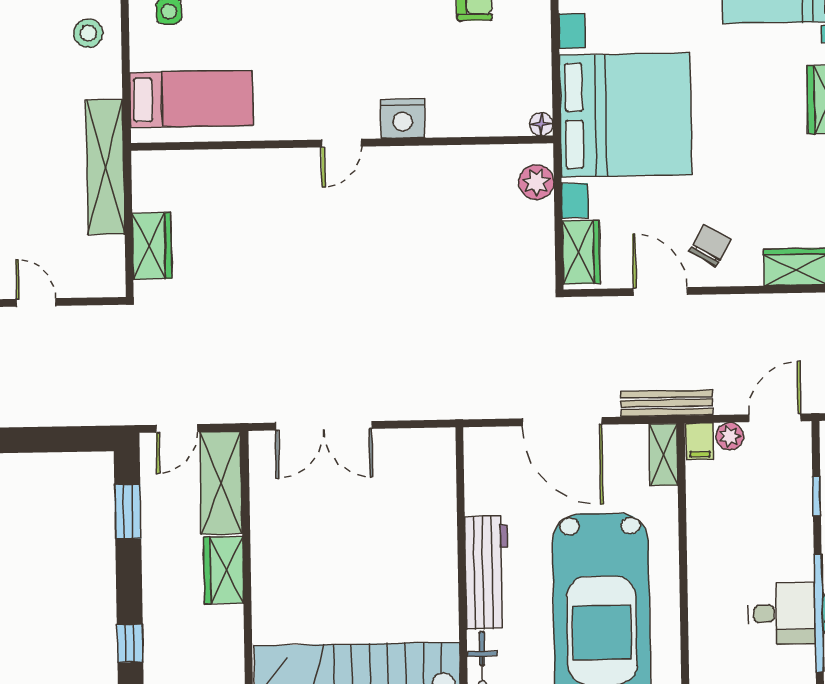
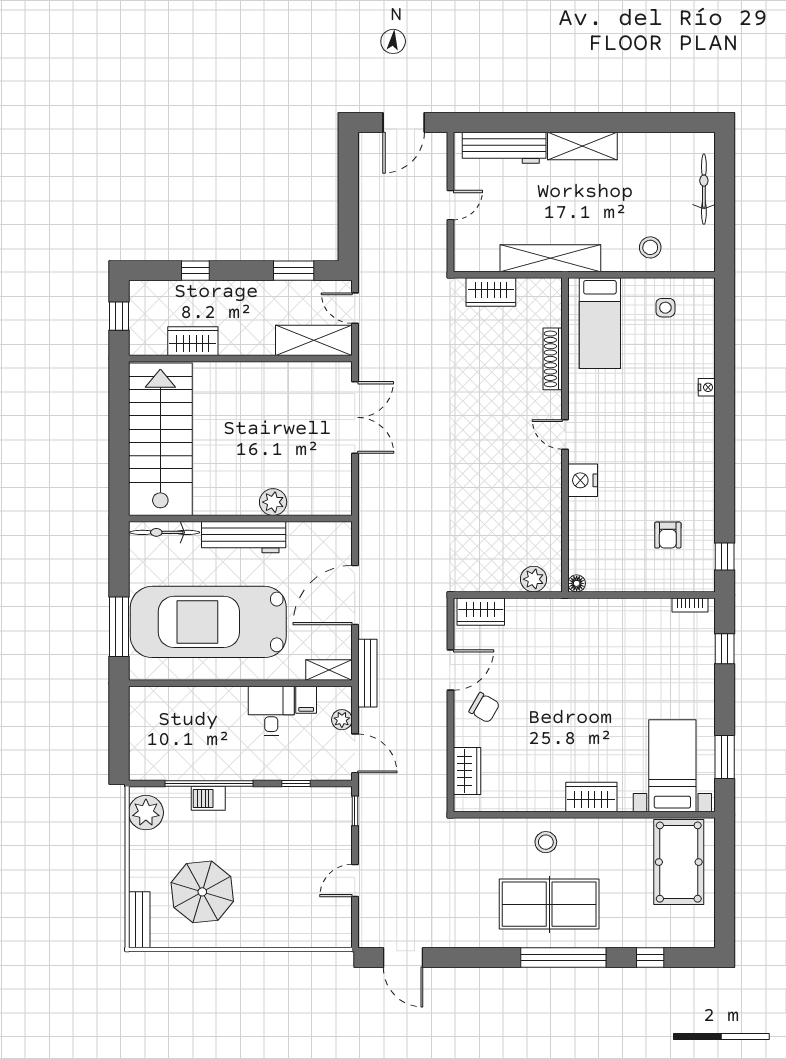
bed with nightstands: (626, 115) -> (582, 646), removed
shoe rack: (240, 162) -> (553, 359), added
double door: (324, 426) -> (355, 417), swing flipped
filing cabinet: (700, 441) -> (306, 700), moved, turned -90
plant: (439, 534) -> (273, 502), added
wardrobe: (224, 570) -> (193, 341), moved
desk: (782, 613) -> (271, 711), moved, turned 180

